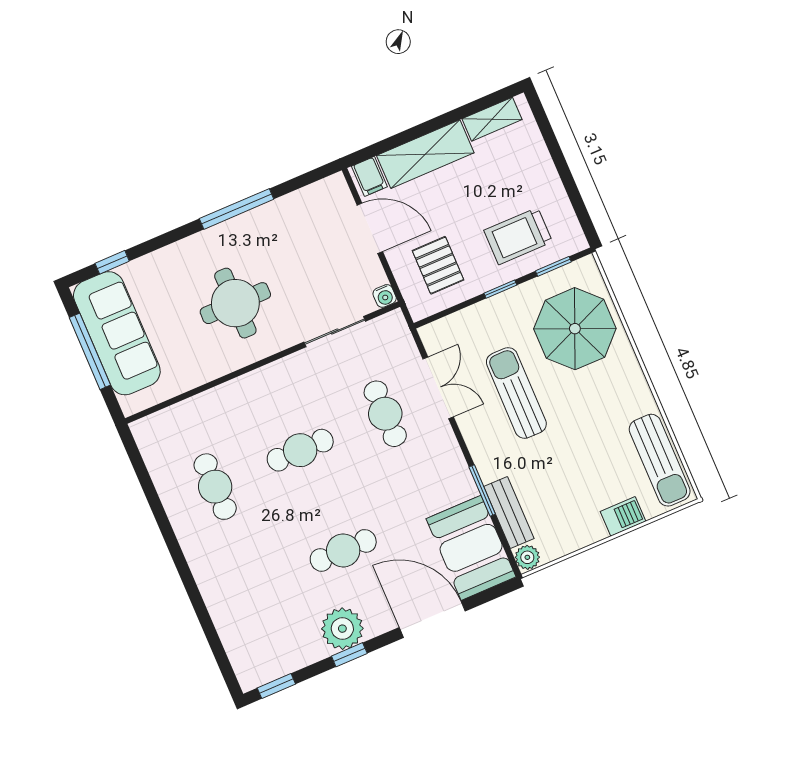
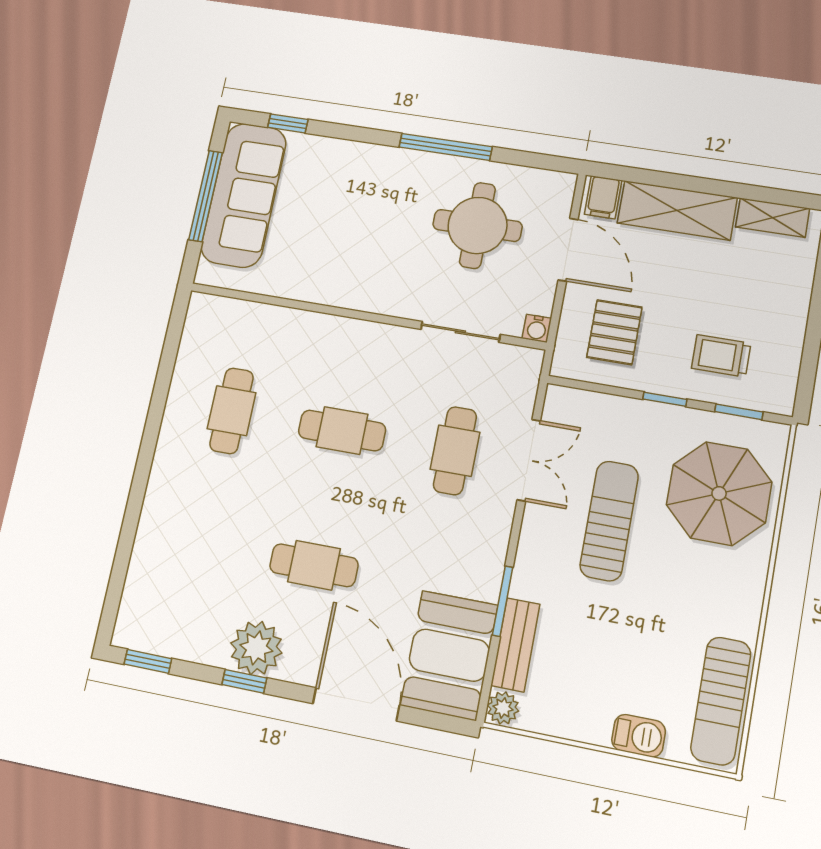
trolley: (518, 236) -> (721, 356), width x0.73, depth x0.72
round table: (235, 303) -> (477, 225), moved

